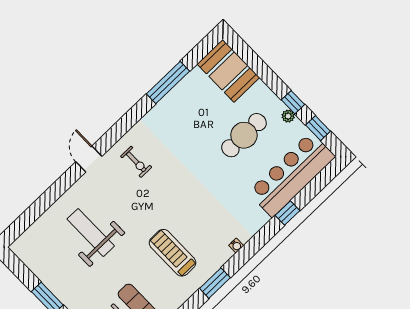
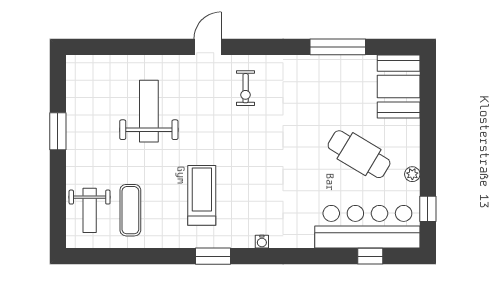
window: (293, 102) -> (428, 166), removed
cafe table: (244, 135) -> (359, 154), turned 31
window: (287, 213) -> (370, 256), moved

